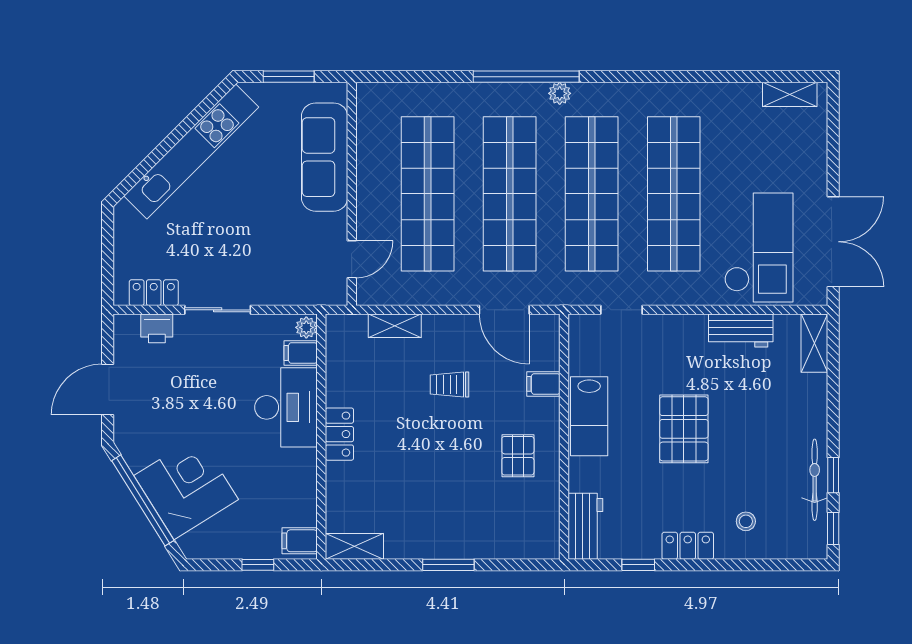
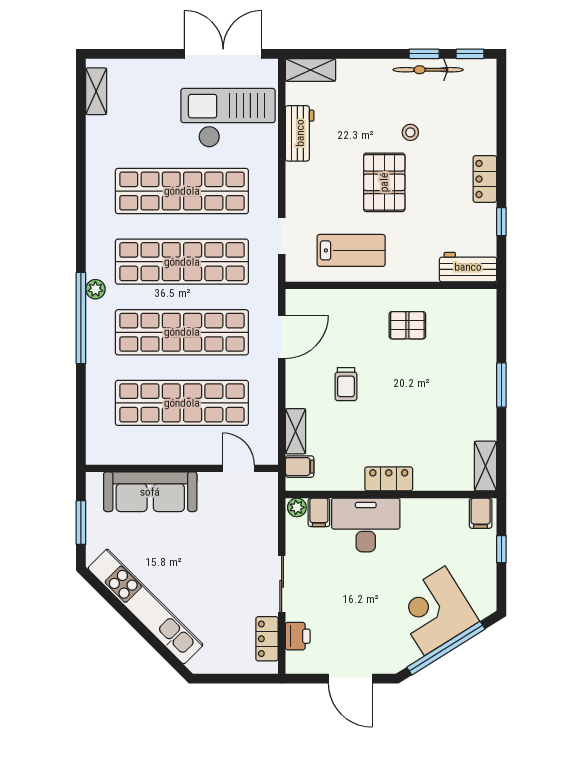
filing cabinet: (543, 384) -> (300, 467), moved, turned -90
lab bench: (589, 416) -> (351, 250), moved
pallet: (684, 429) -> (384, 182), turned 90
stool: (746, 521) -> (410, 132), moved

